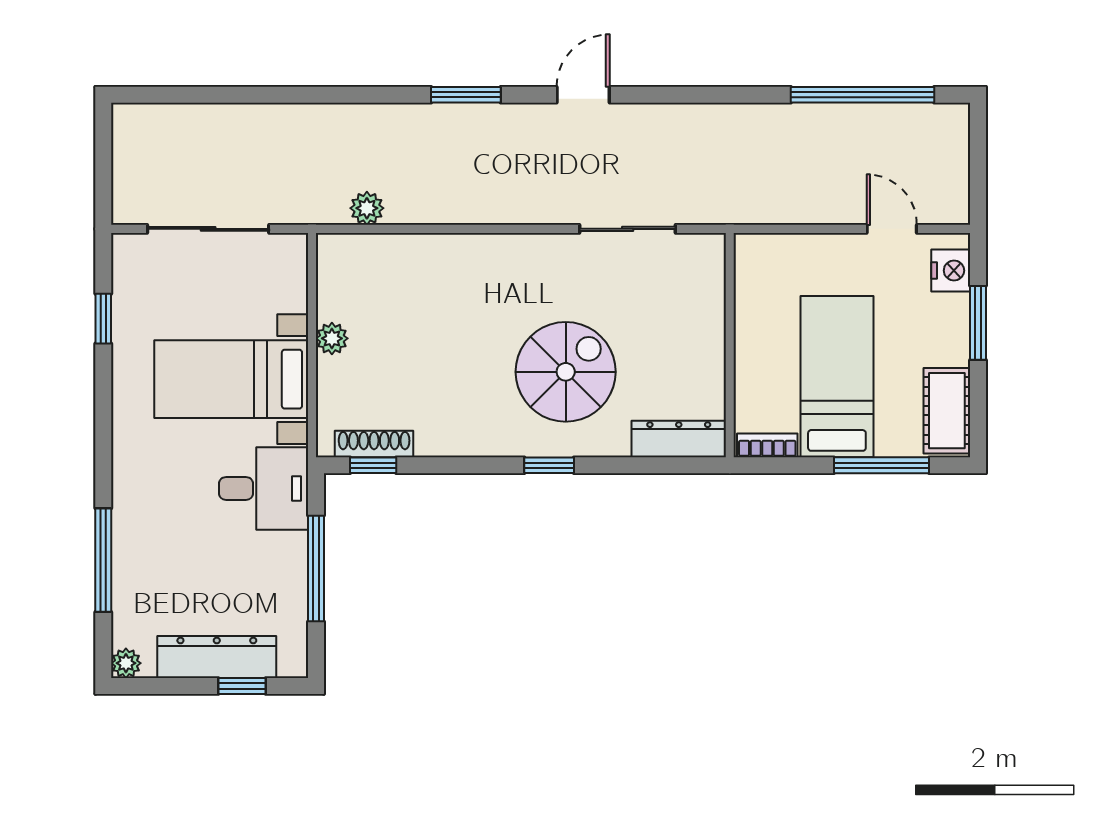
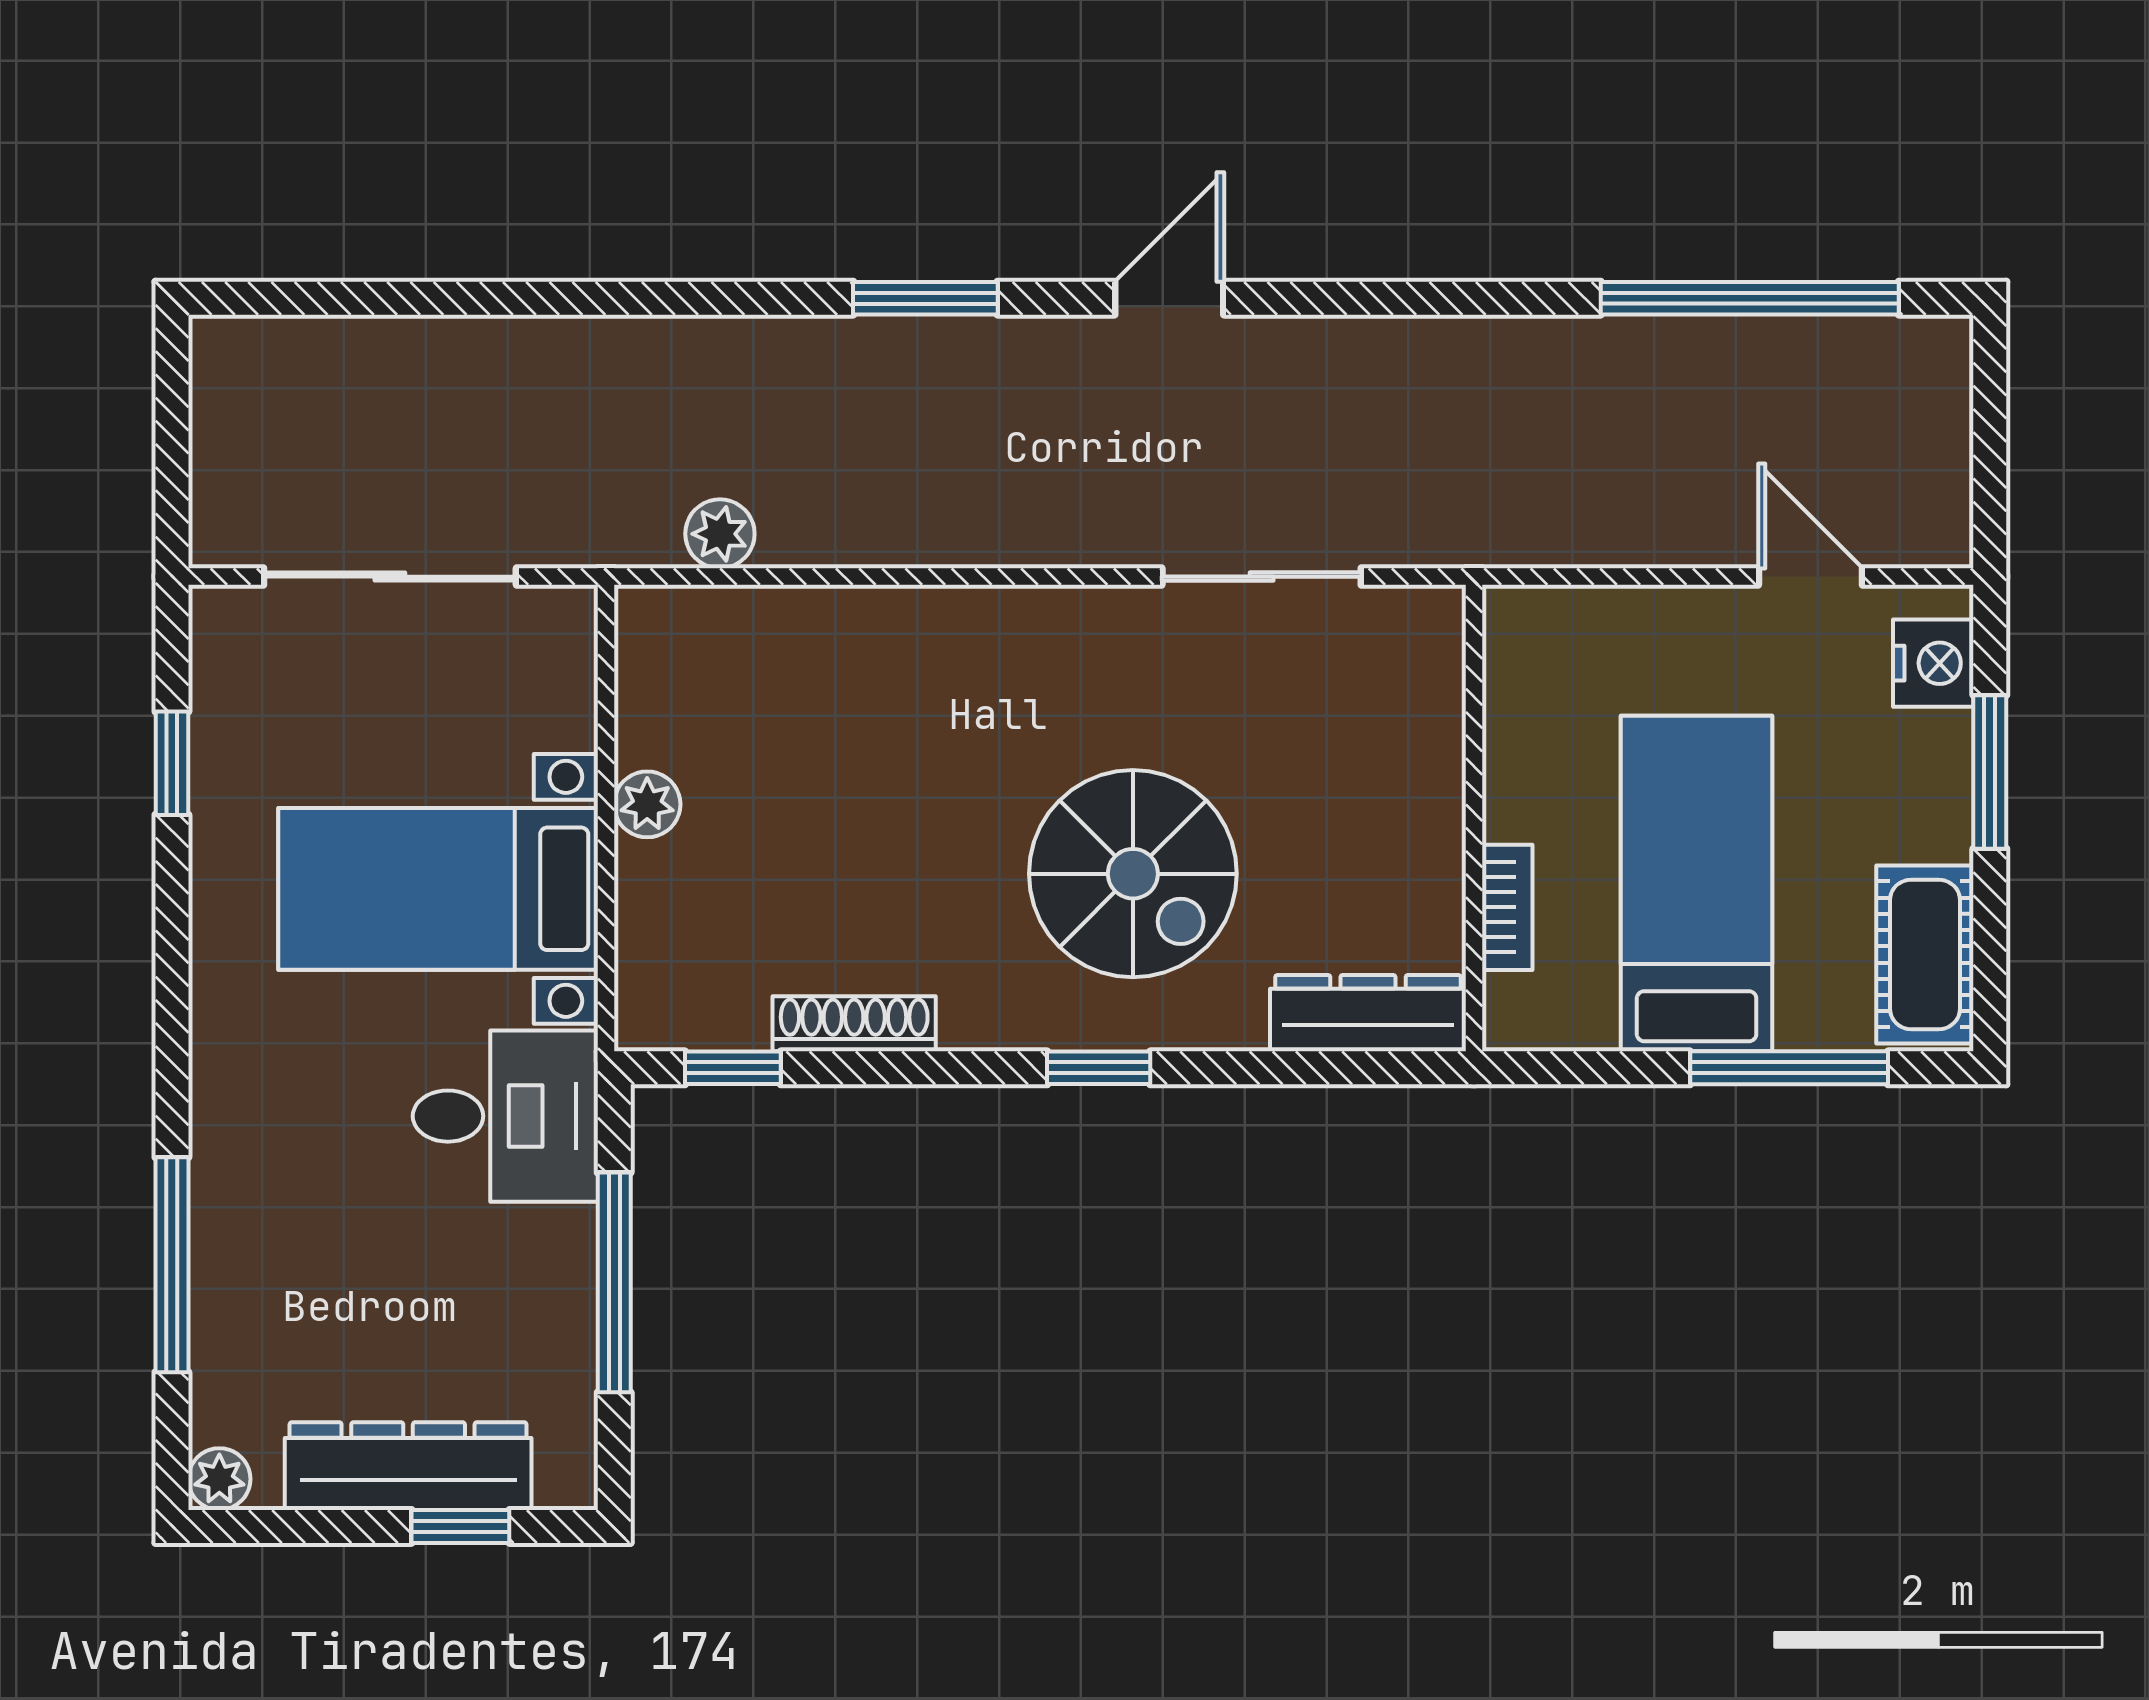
spiral stairs: (566, 372) -> (1133, 874), turned 90
shoe rack: (374, 444) -> (854, 1024), moved
bookcase: (767, 445) -> (1507, 907), moved, turned 90

